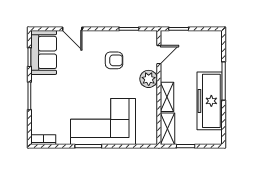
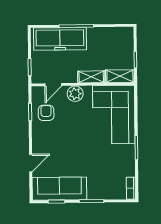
sofa: (44, 52) -> (59, 189), width x1.36
door: (159, 55) -> (53, 85), swing flipped
armchair: (114, 60) -> (46, 113), moved
freezer: (210, 101) -> (60, 39), moved
corner sofa: (103, 121) -> (114, 115), moved

